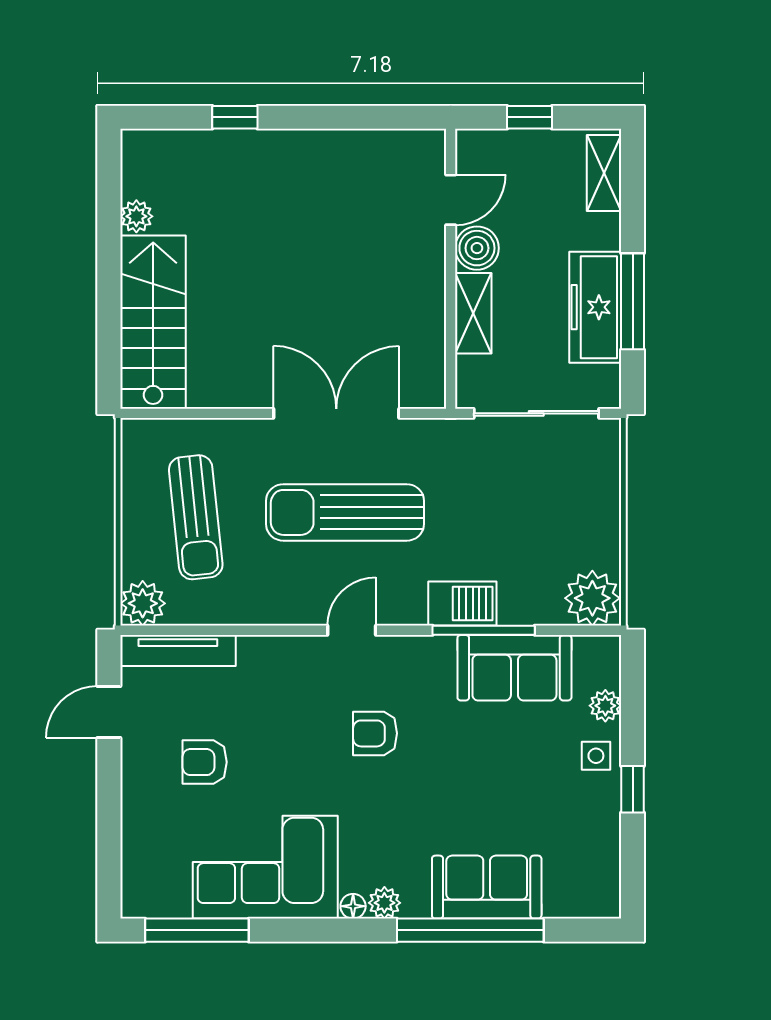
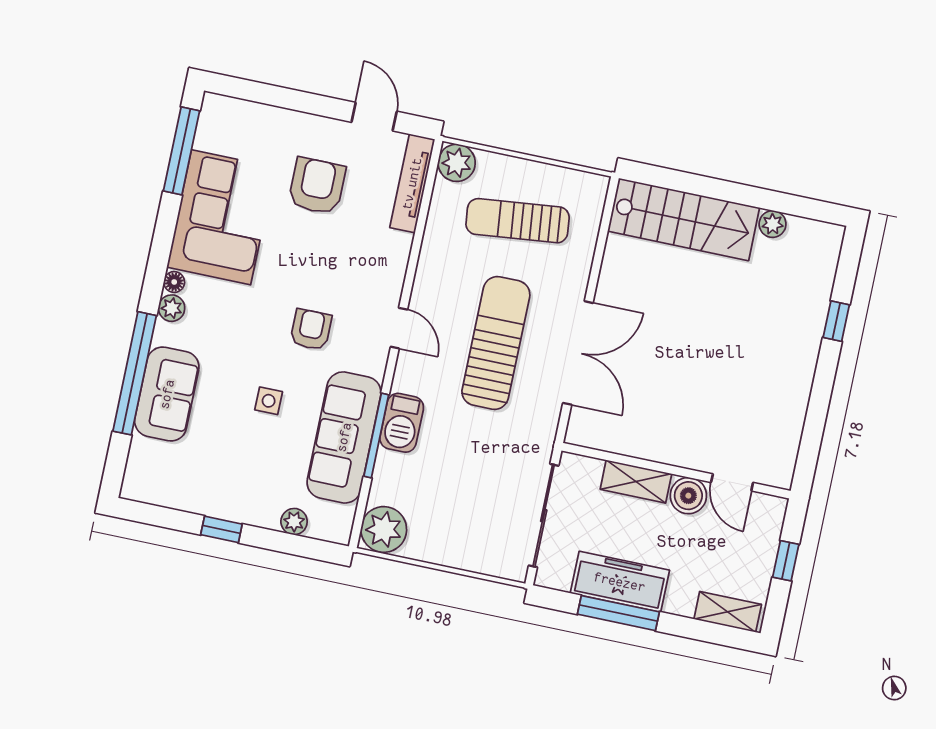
sofa: (514, 668) -> (344, 437), width x1.36
side table: (596, 756) -> (269, 401), moved
armchair: (205, 762) -> (317, 186), width x1.38, depth x1.38

